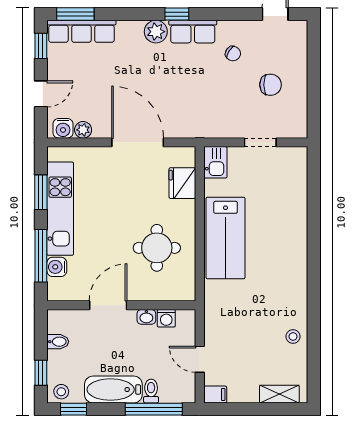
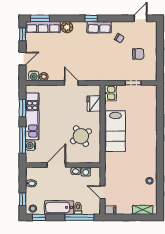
plant: (156, 32) -> (67, 27), moved
door: (138, 142) -> (71, 83), width x0.53
round table: (157, 248) -> (81, 136), turned -32

